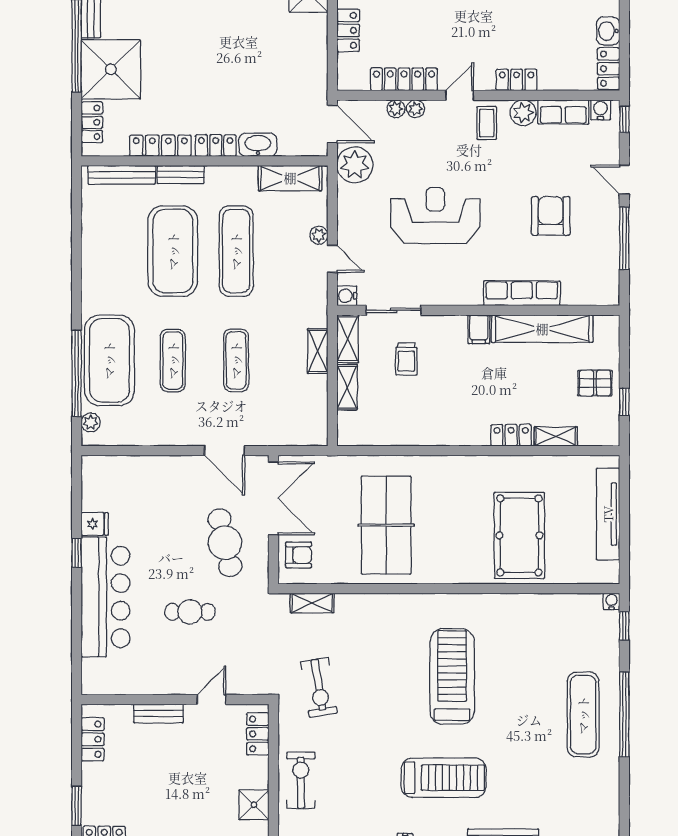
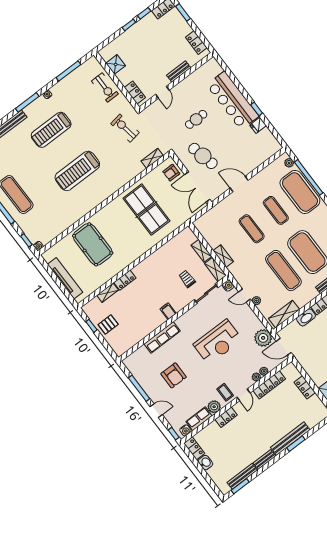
shelving: (542, 329) -> (144, 330), removed
door: (224, 451) -> (239, 184), moved
treadmill: (452, 676) -> (77, 171), turned 90

